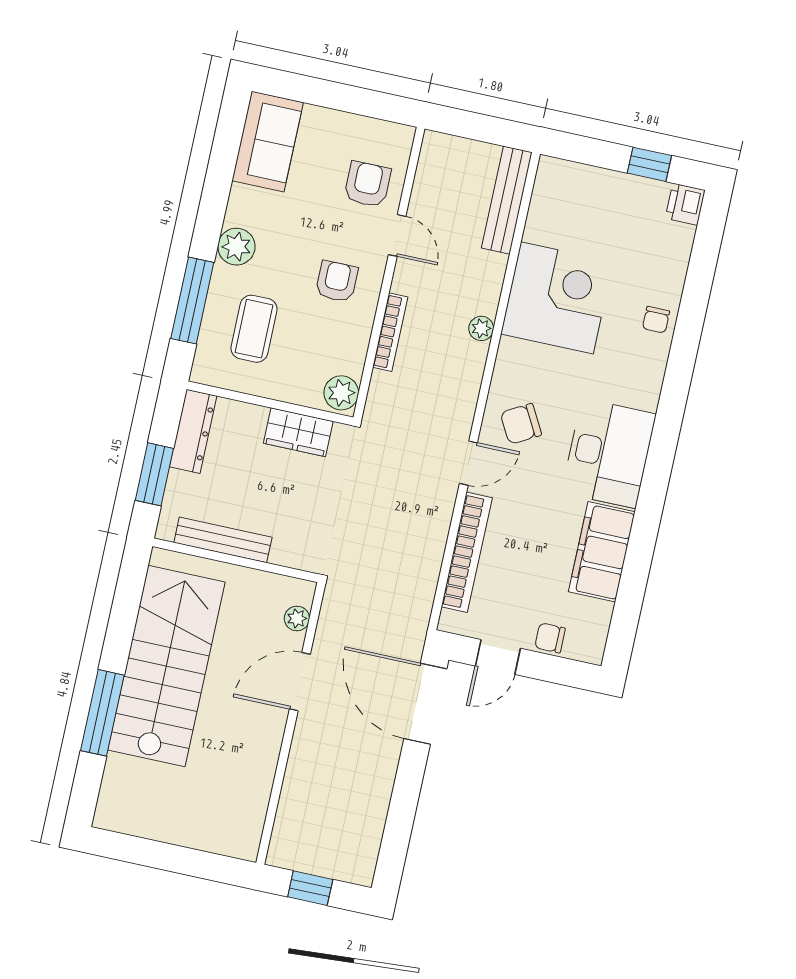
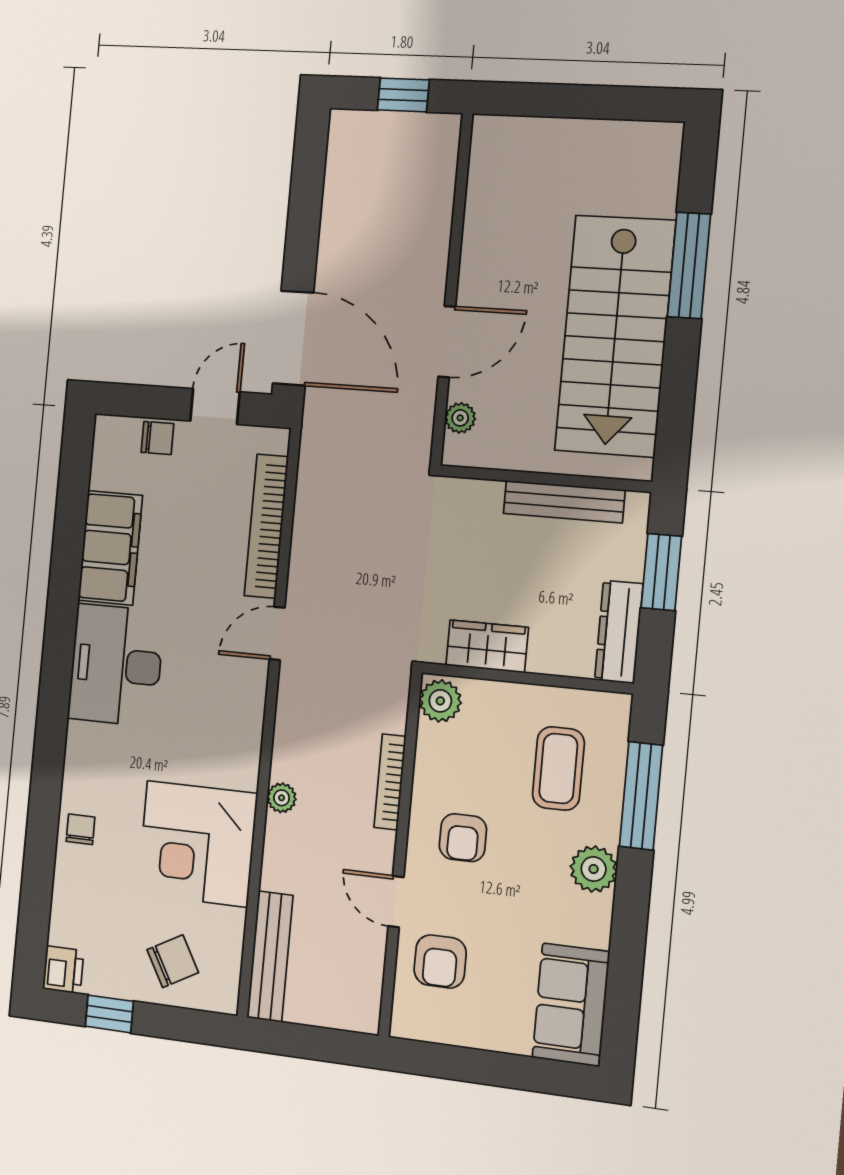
chair: (521, 424) -> (173, 961), moved

